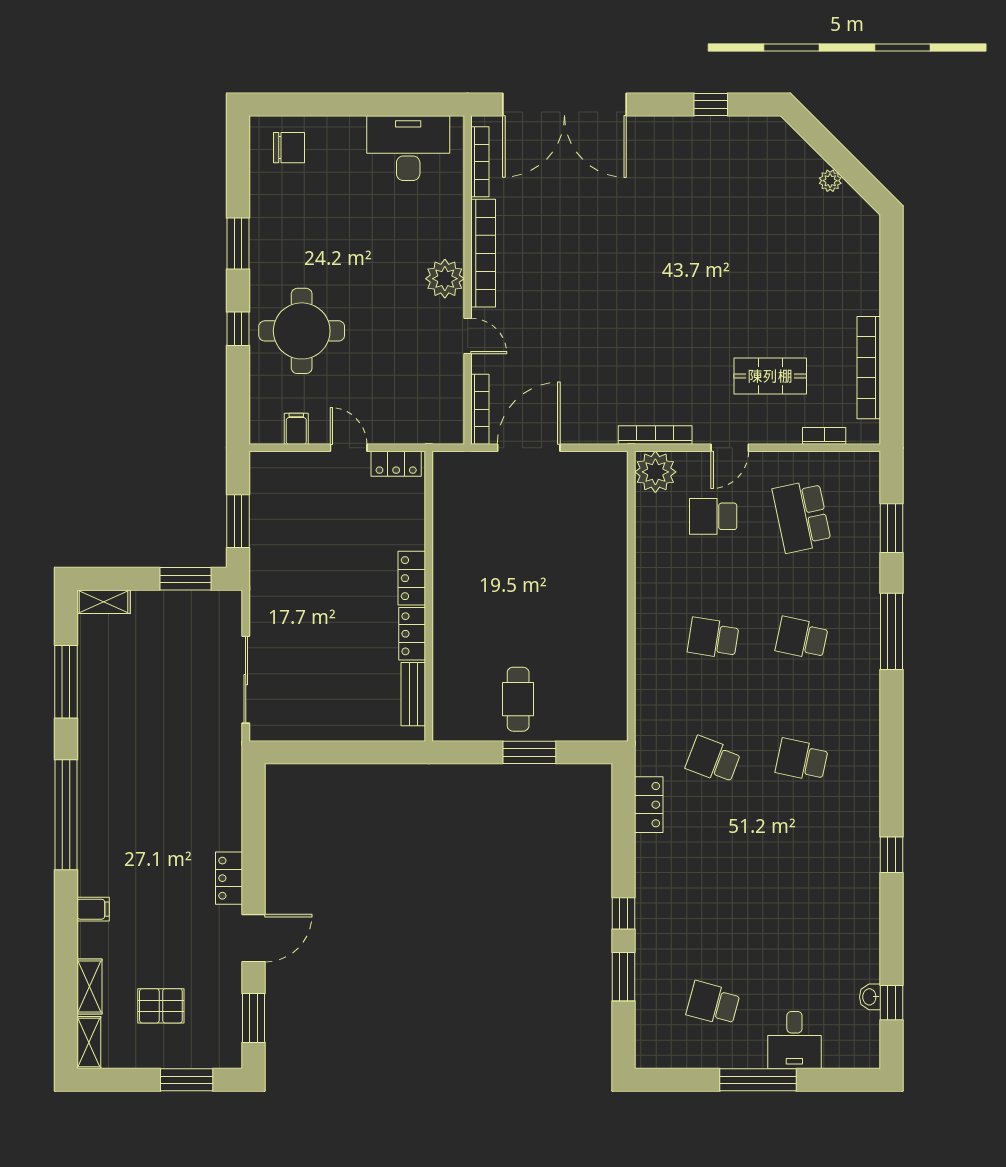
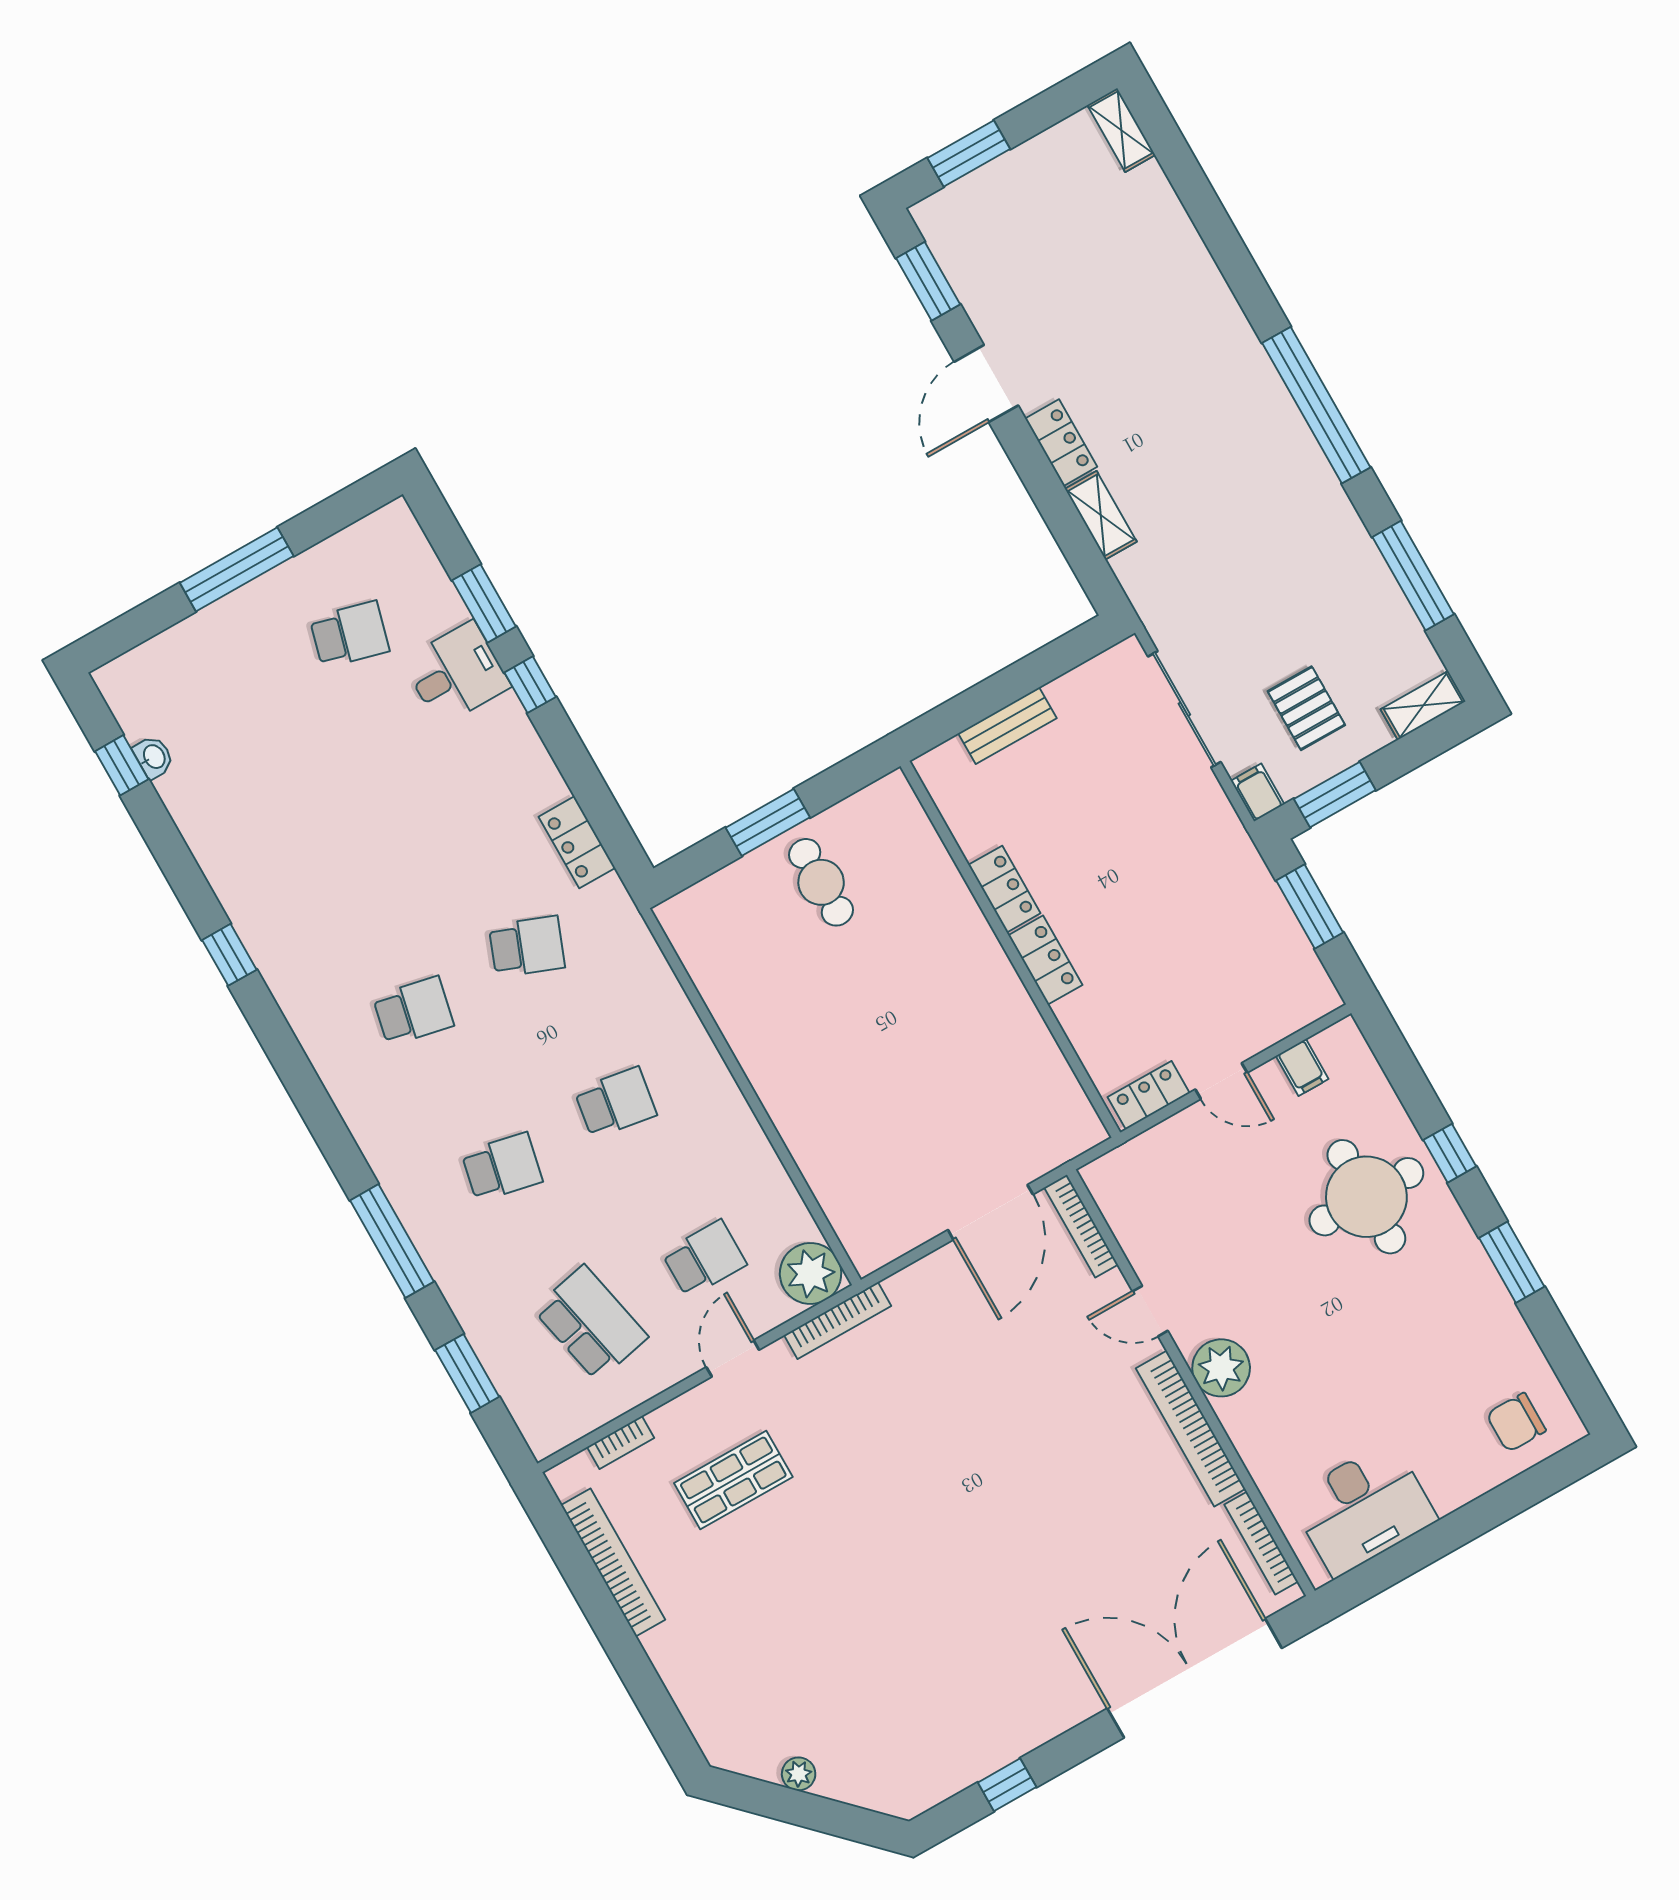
bench: (413, 694) -> (1007, 726), moved, turned 90
filing cabinet: (93, 909) -> (1258, 793), moved, turned 90
shelving: (89, 986) -> (1101, 515), moved
pallet: (161, 1006) -> (1306, 708), moved, turned 90
desk: (794, 1040) -> (456, 673), moved, turned 90

